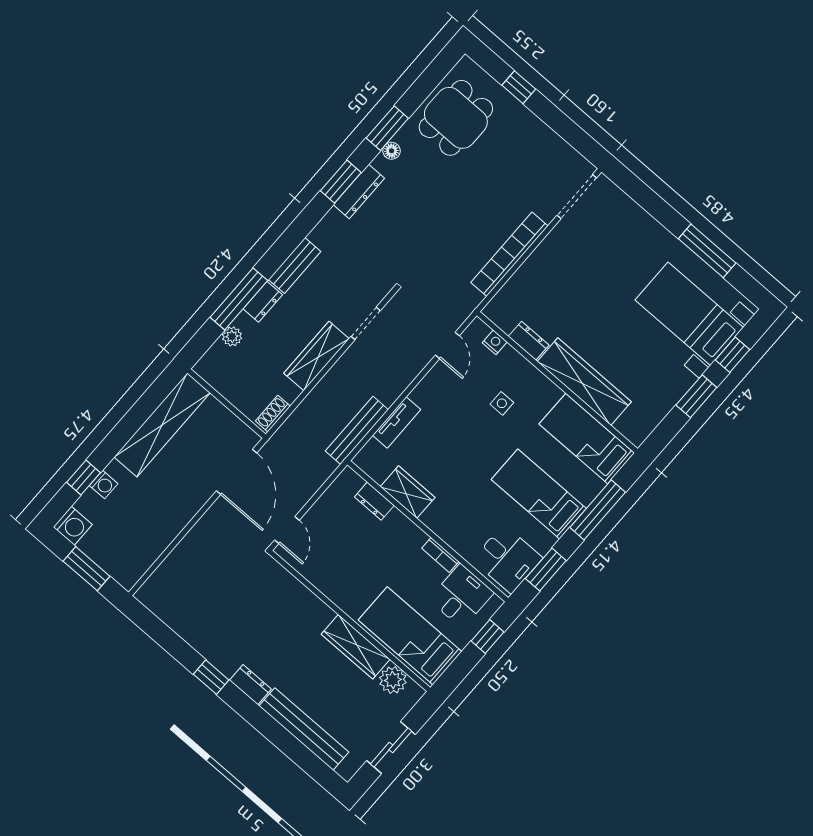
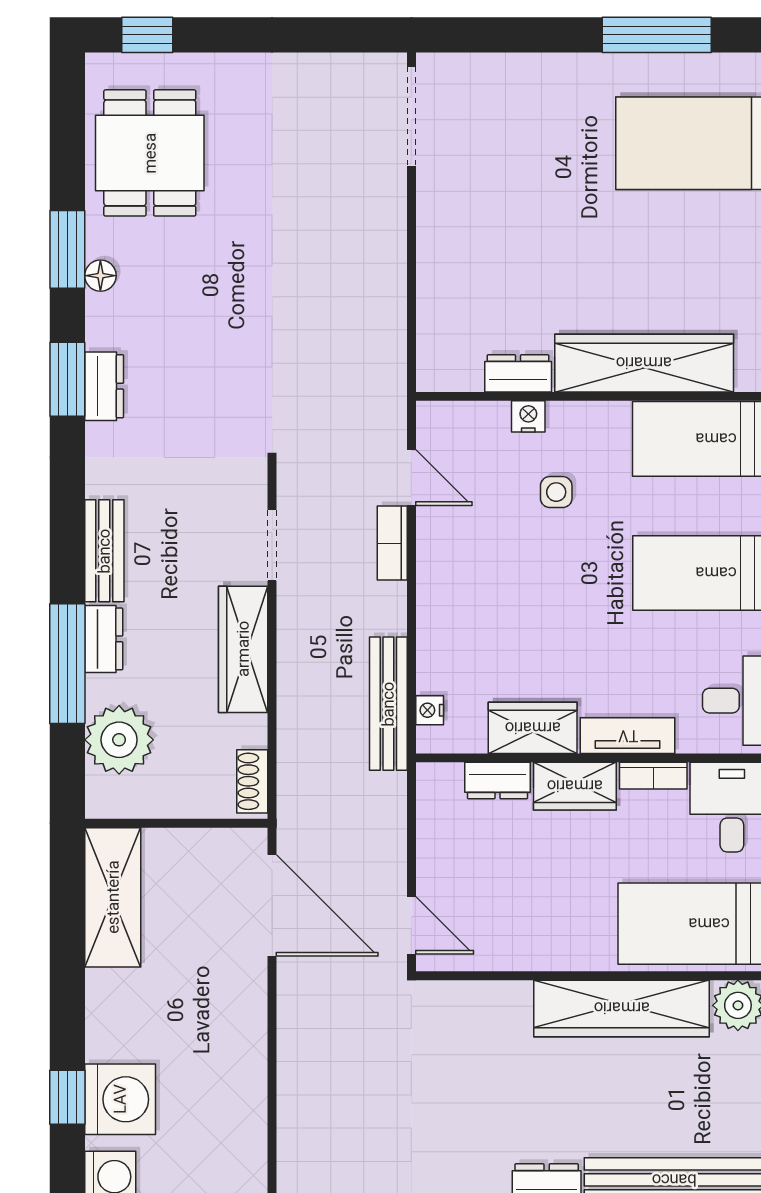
window: (519, 87) -> (147, 35), moved
dresser: (359, 191) -> (104, 386), width x0.70
bookcase: (509, 254) -> (392, 543), moved, width x0.43, depth x0.76
plant: (232, 336) -> (119, 740), width x1.88, depth x1.88
nightstand: (495, 342) -> (528, 416), moved
tv unit: (397, 422) -> (628, 736), moved, turned -90
shelving: (162, 425) -> (113, 897), width x0.68
nightstand: (372, 448) -> (430, 710), added
washing machine: (104, 485) -> (120, 1099), width x1.89, depth x1.89
wardrobe: (404, 531) -> (575, 786), added
wardrobe: (356, 647) -> (622, 1008), width x1.40, depth x1.17

